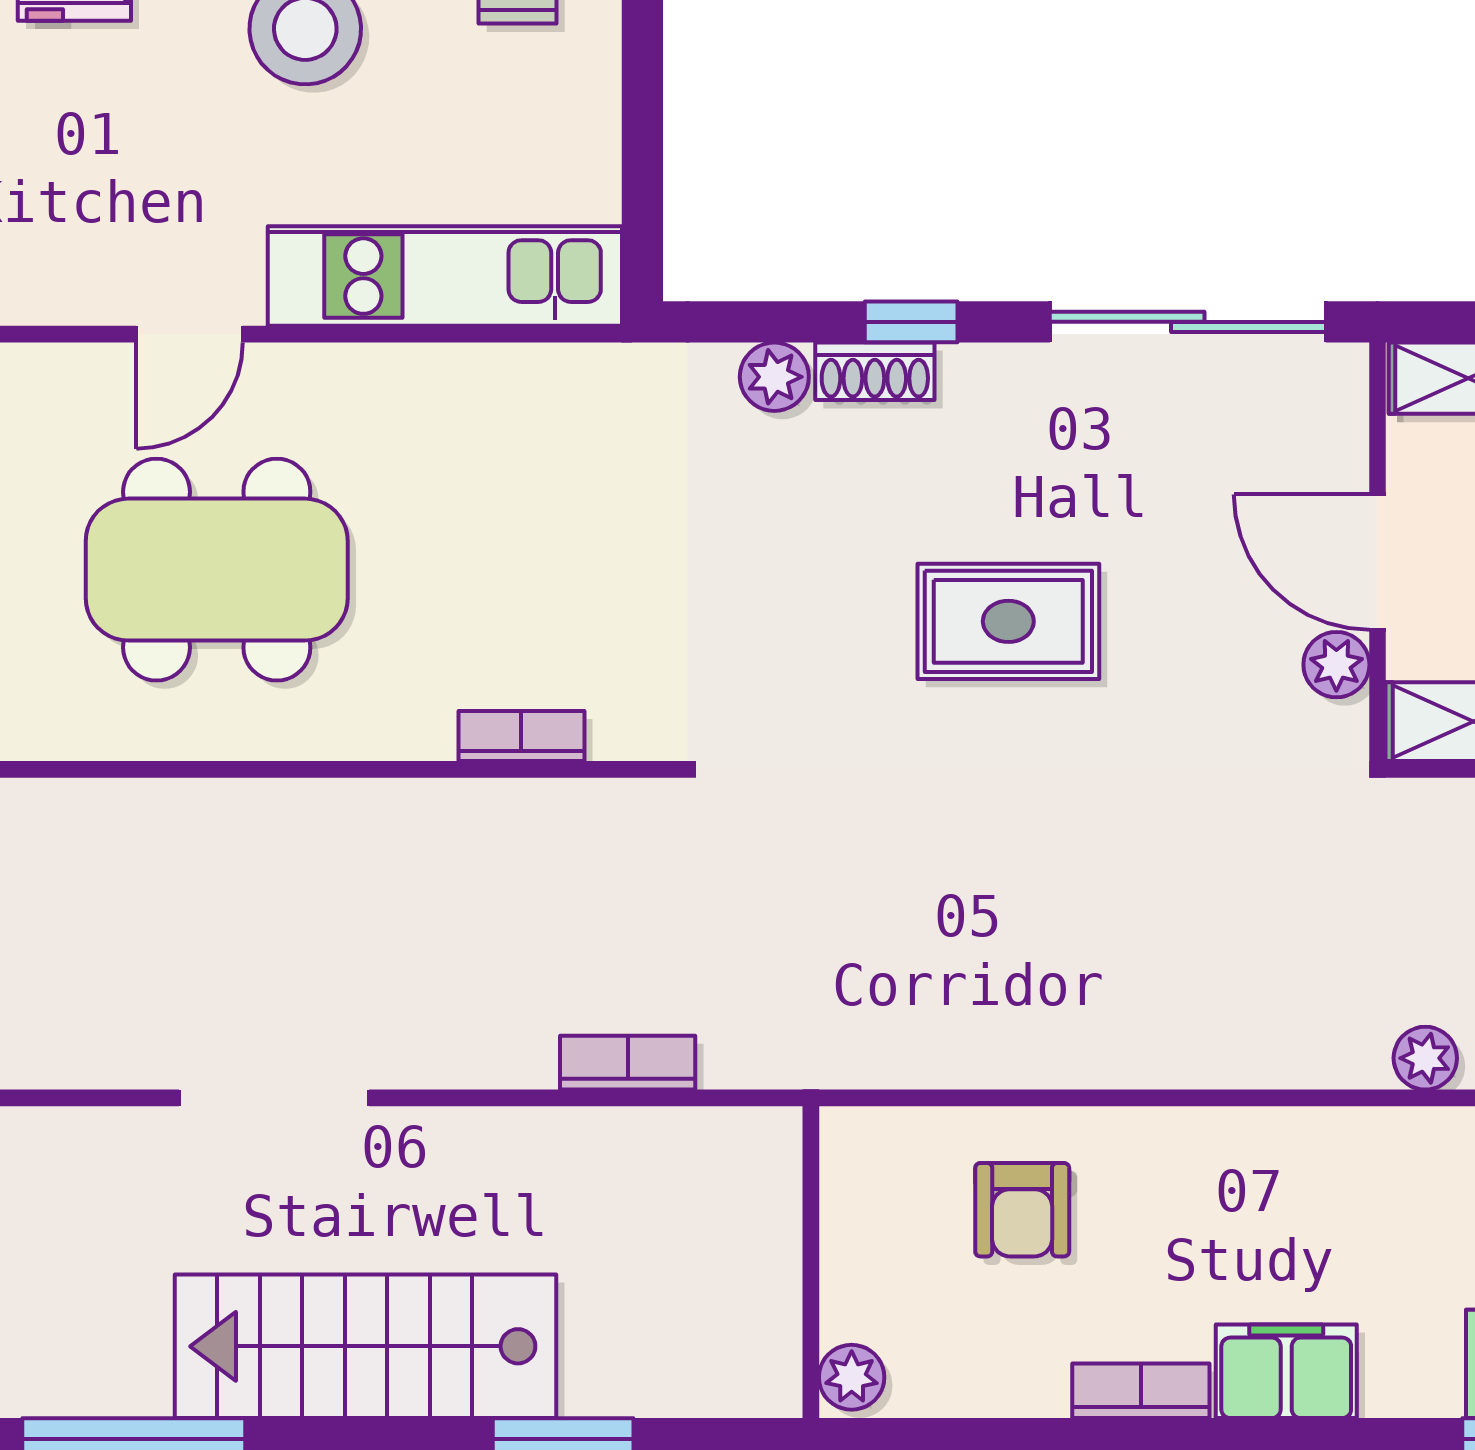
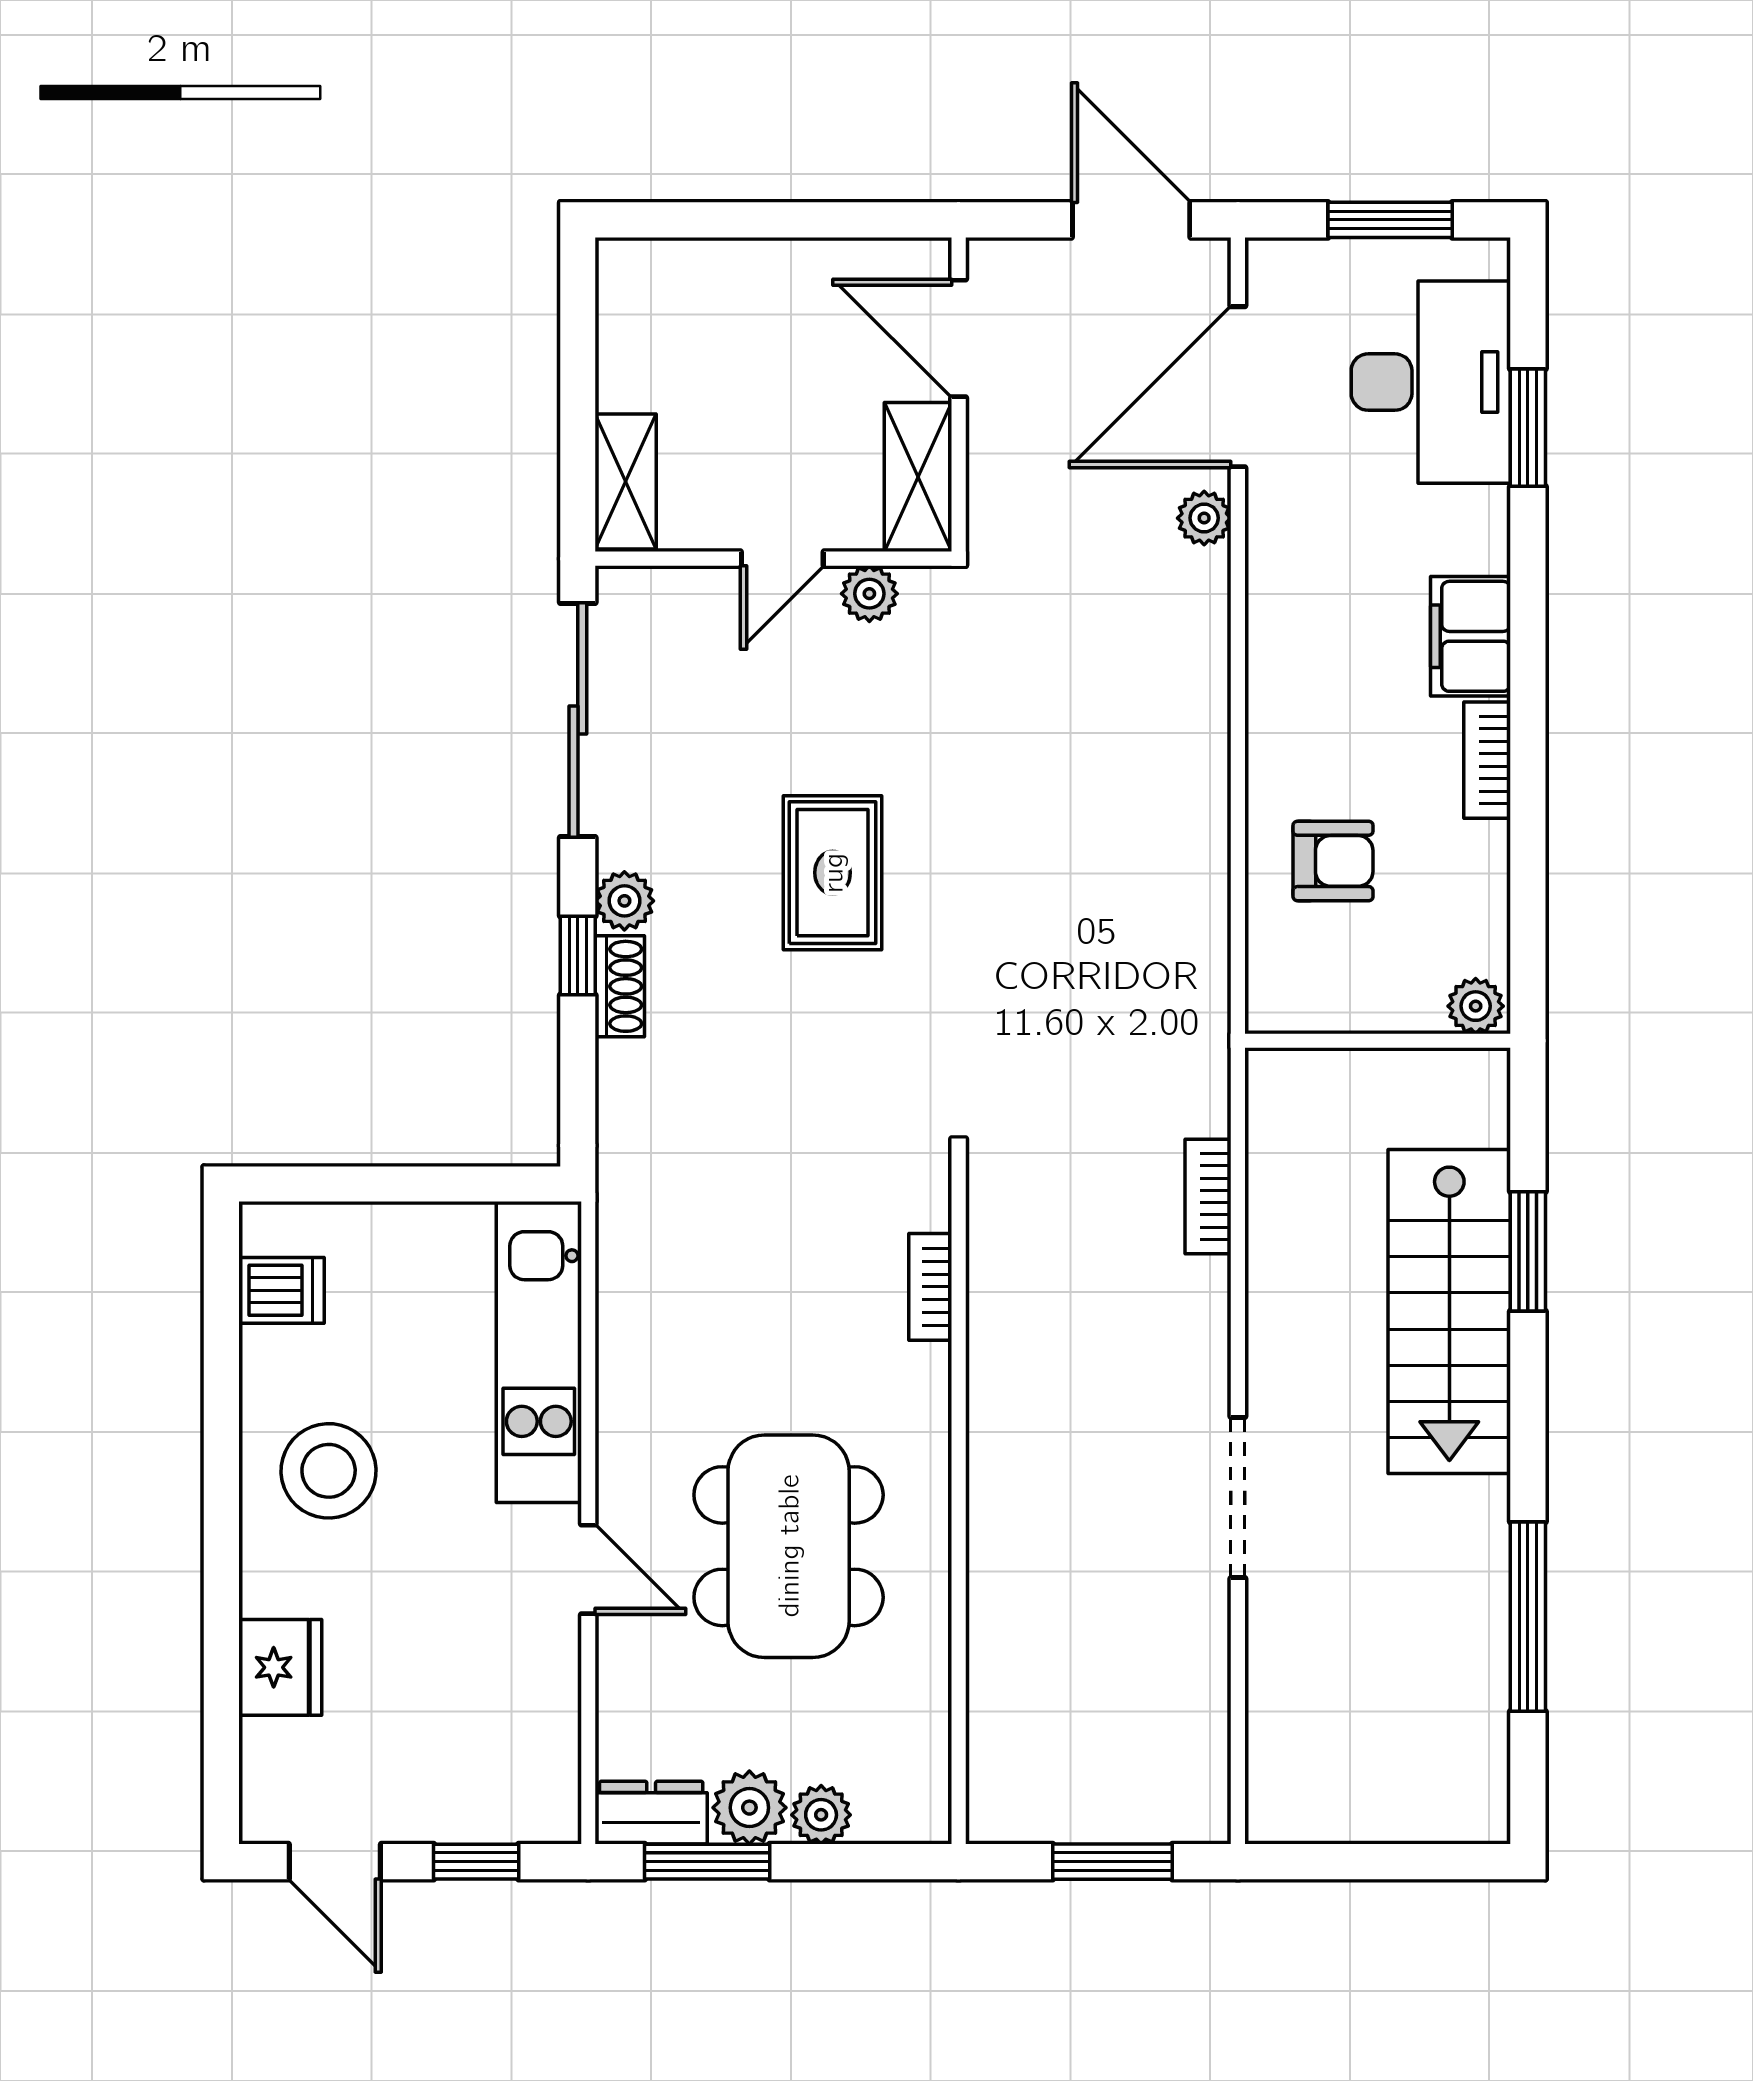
plant: (774, 377) -> (624, 901), moved
door: (1377, 562) -> (782, 559), width x0.73
stairs: (365, 1346) -> (1449, 1311), moved

